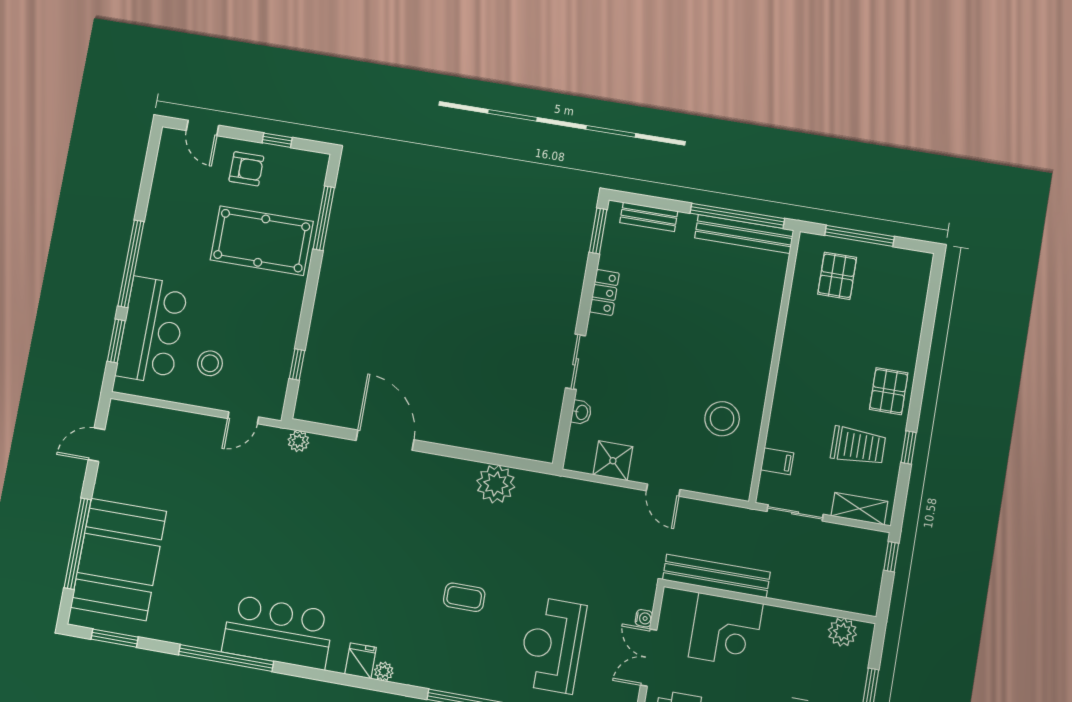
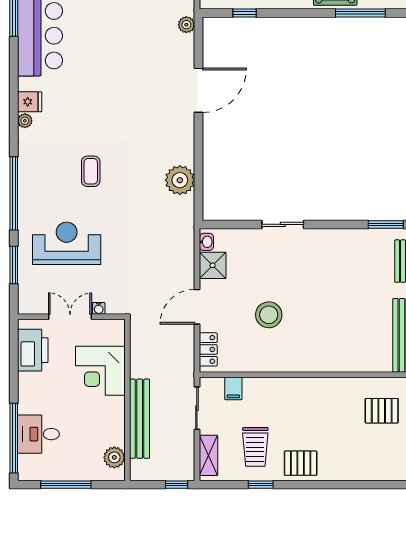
locker: (604, 292) -> (208, 349), moved, turned -90
washbasin: (581, 412) -> (206, 242), moved, turned -90
stool: (722, 419) -> (269, 315), moved
door: (663, 490) -> (197, 307), width x1.38
bench: (716, 576) -> (140, 419), moved

